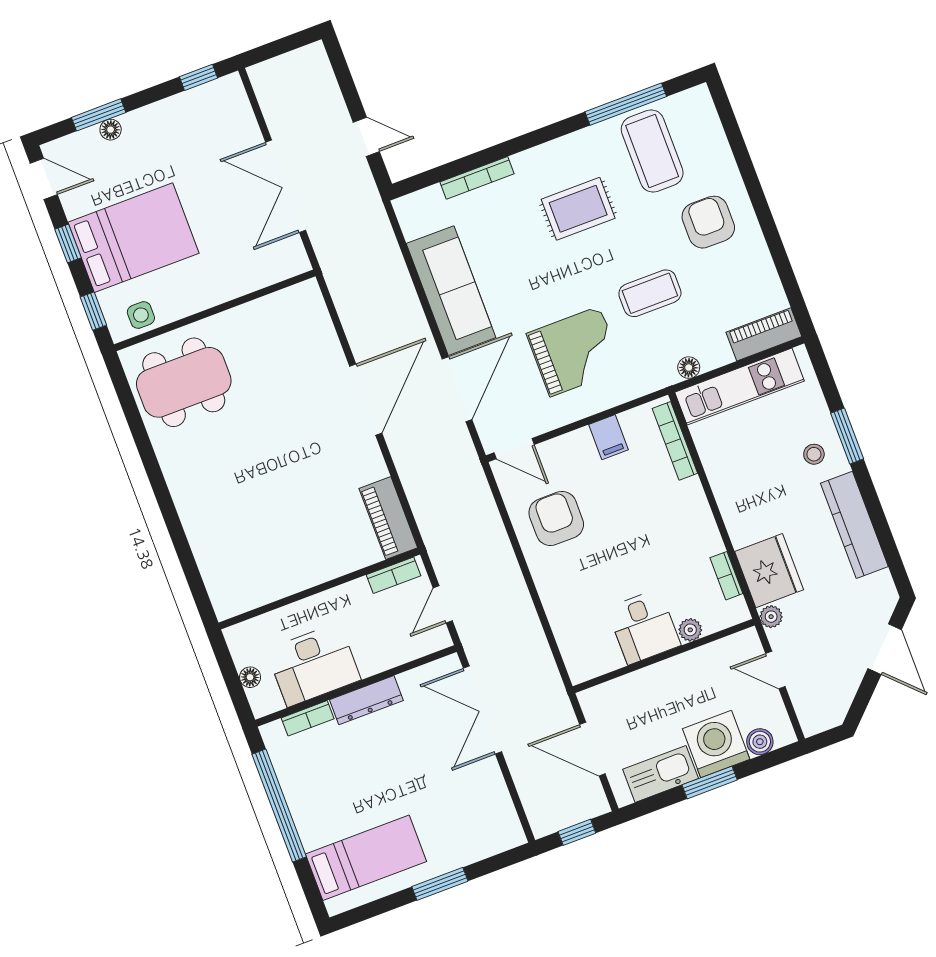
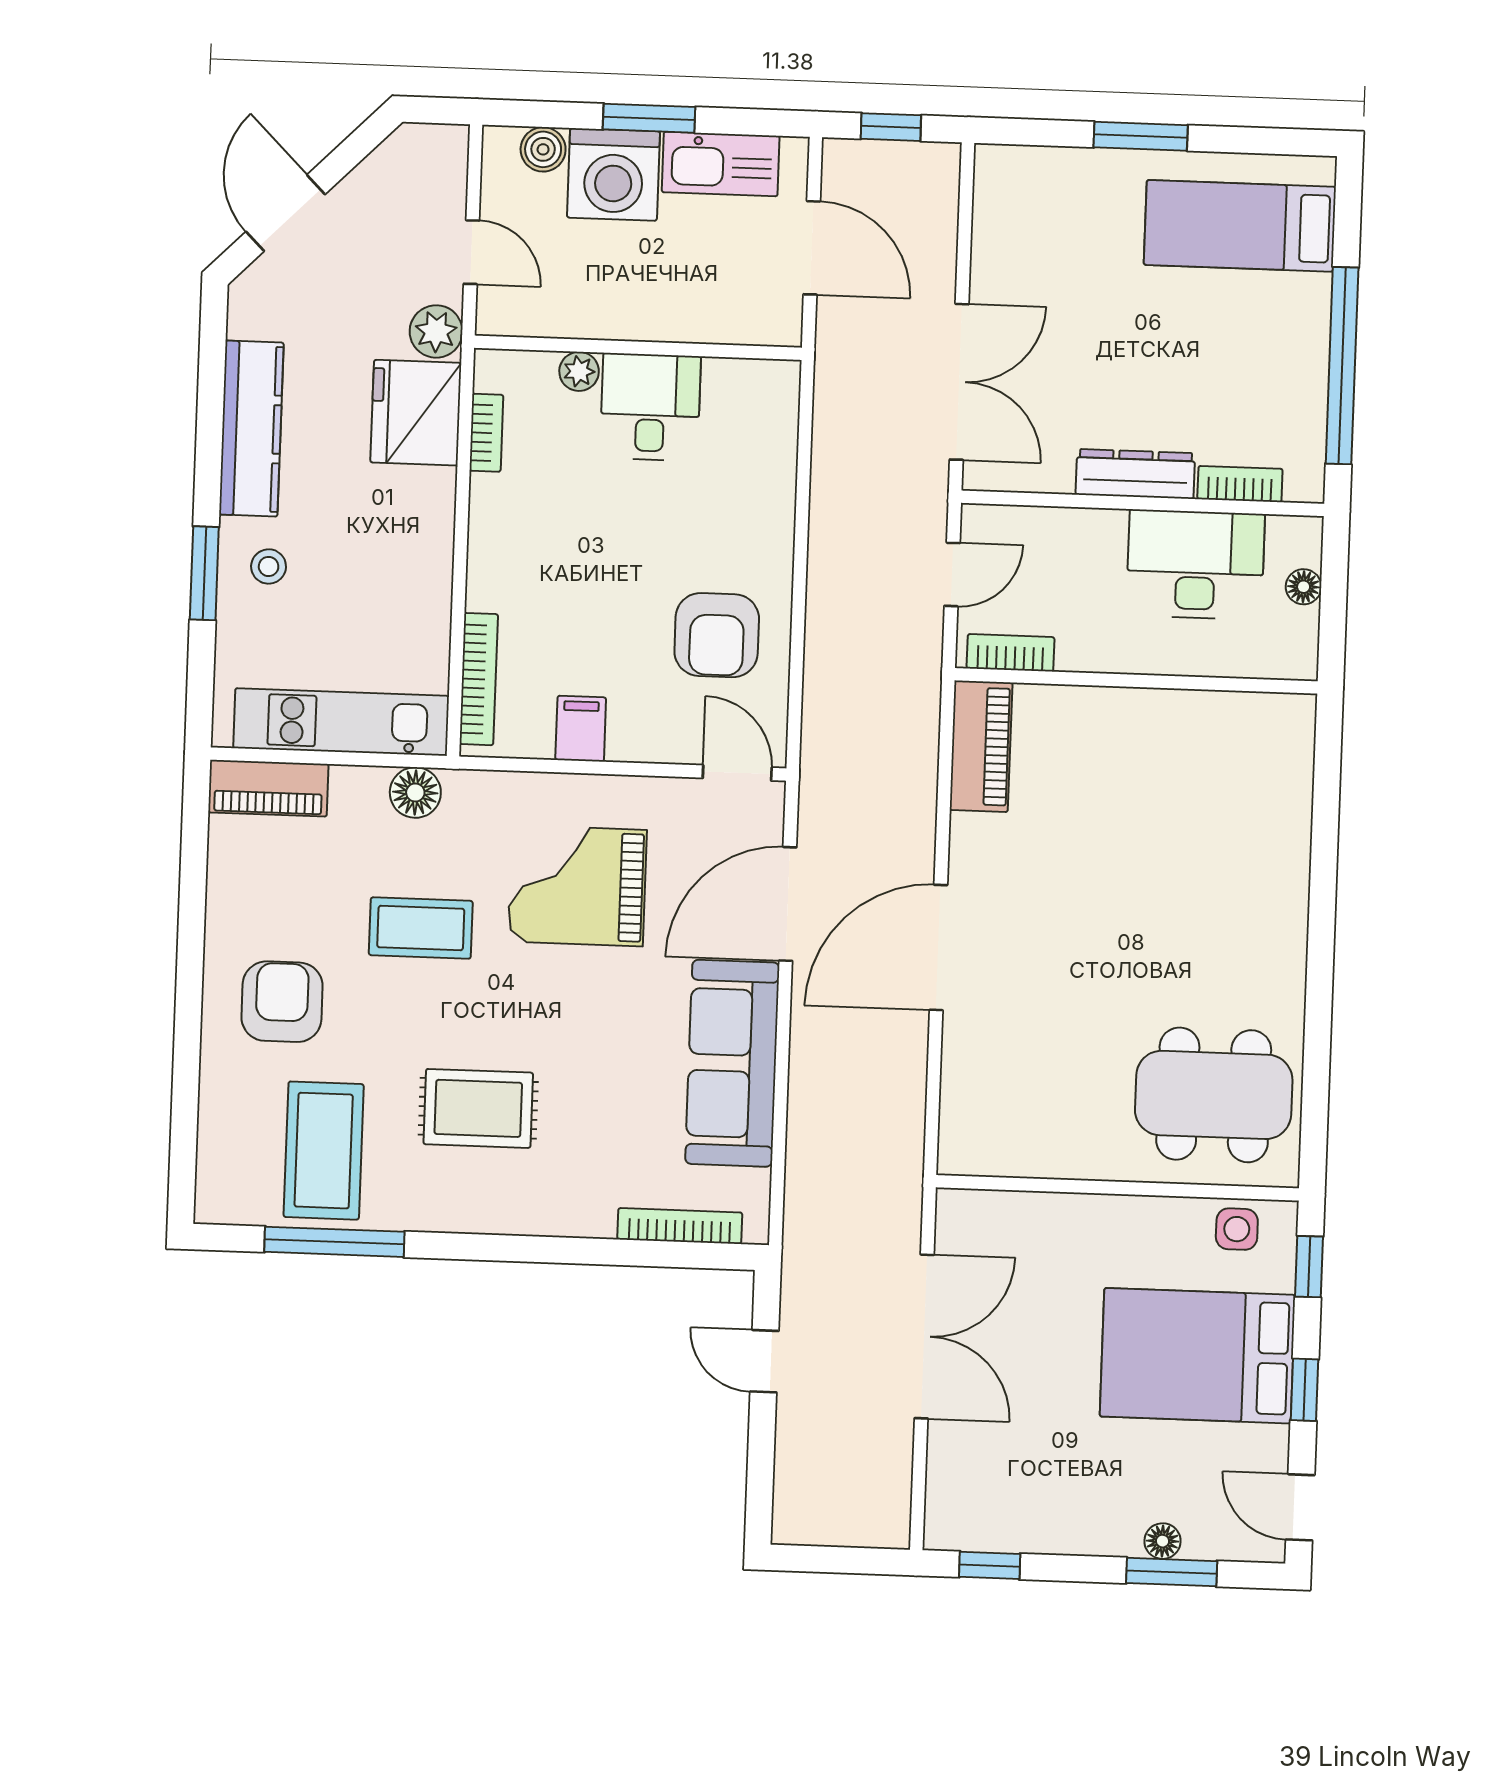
bookcase: (477, 178) -> (680, 1226), moved
armchair: (708, 222) -> (282, 1002), turned 180
floor lamp: (689, 368) -> (415, 793), width x1.37, depth x1.37
plant: (771, 617) -> (436, 331), width x1.38, depth x1.38

